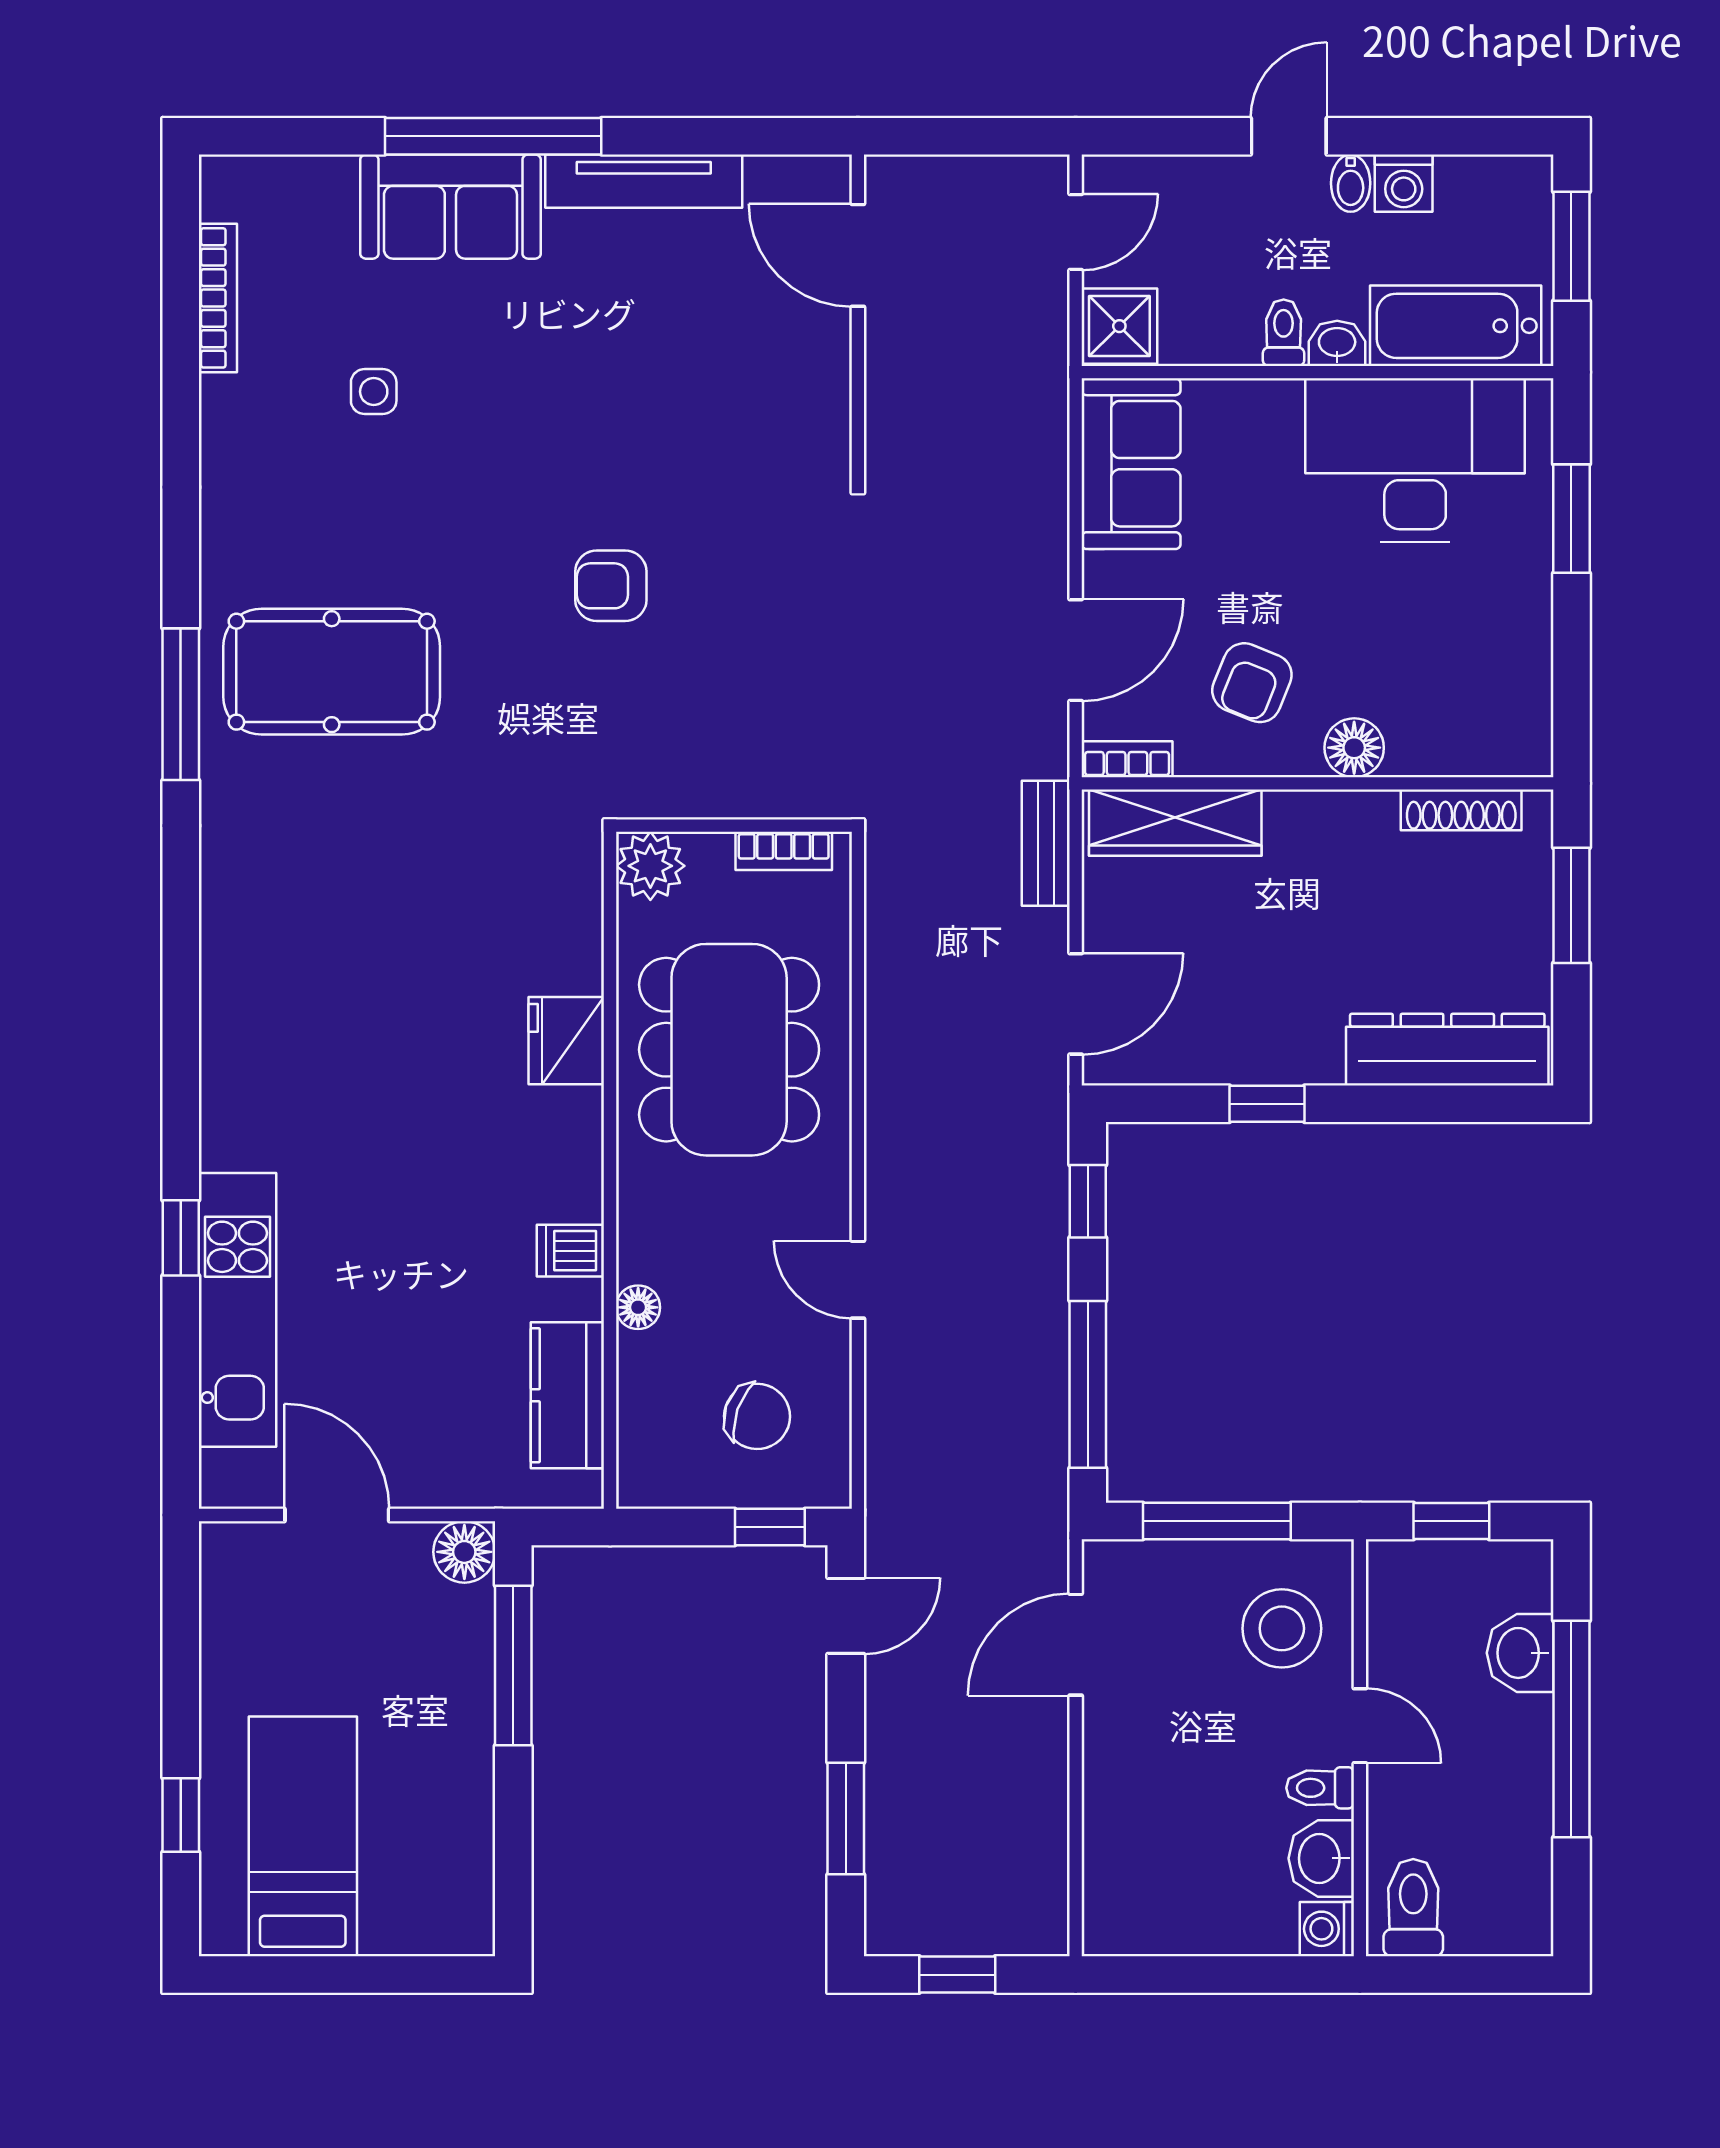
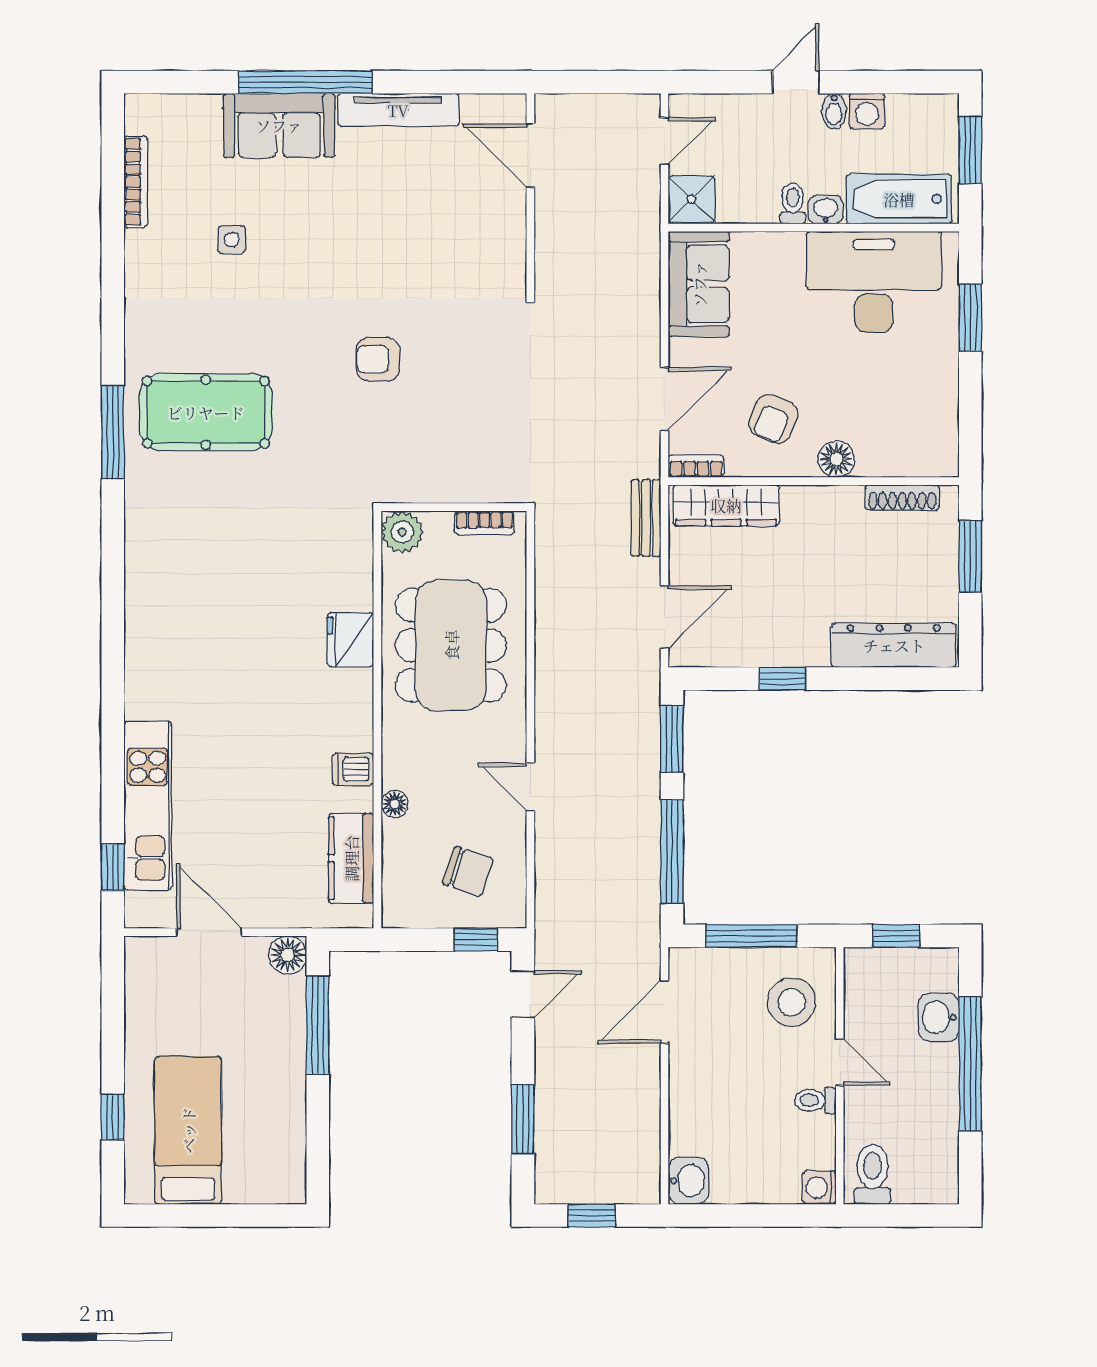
window: (1088, 1201) -> (672, 739), width x1.50
window: (181, 1238) -> (113, 867), moved
washbasin: (1321, 1858) -> (688, 1181), moved, turned 180

